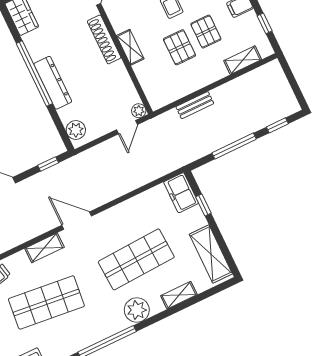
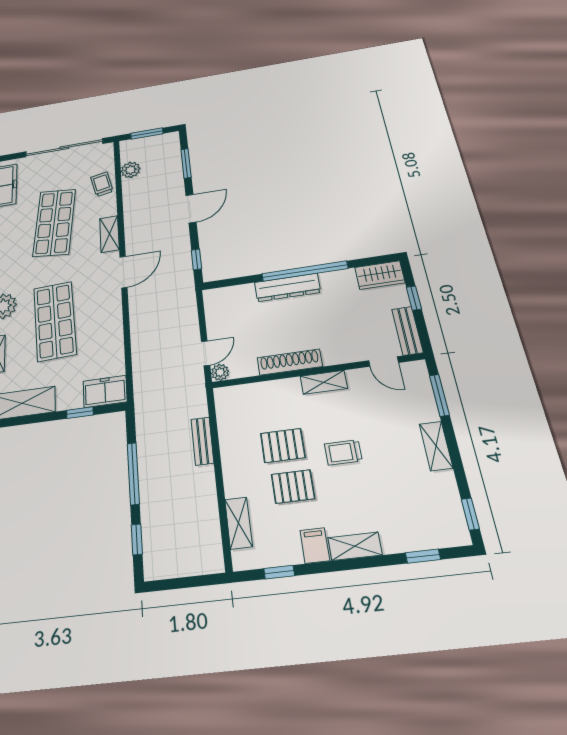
shoe rack: (104, 39) -> (290, 362), moved
shelving: (130, 47) -> (324, 382), moved
door: (127, 127) -> (206, 353), swing flipped
plant: (76, 130) -> (223, 297), removed

